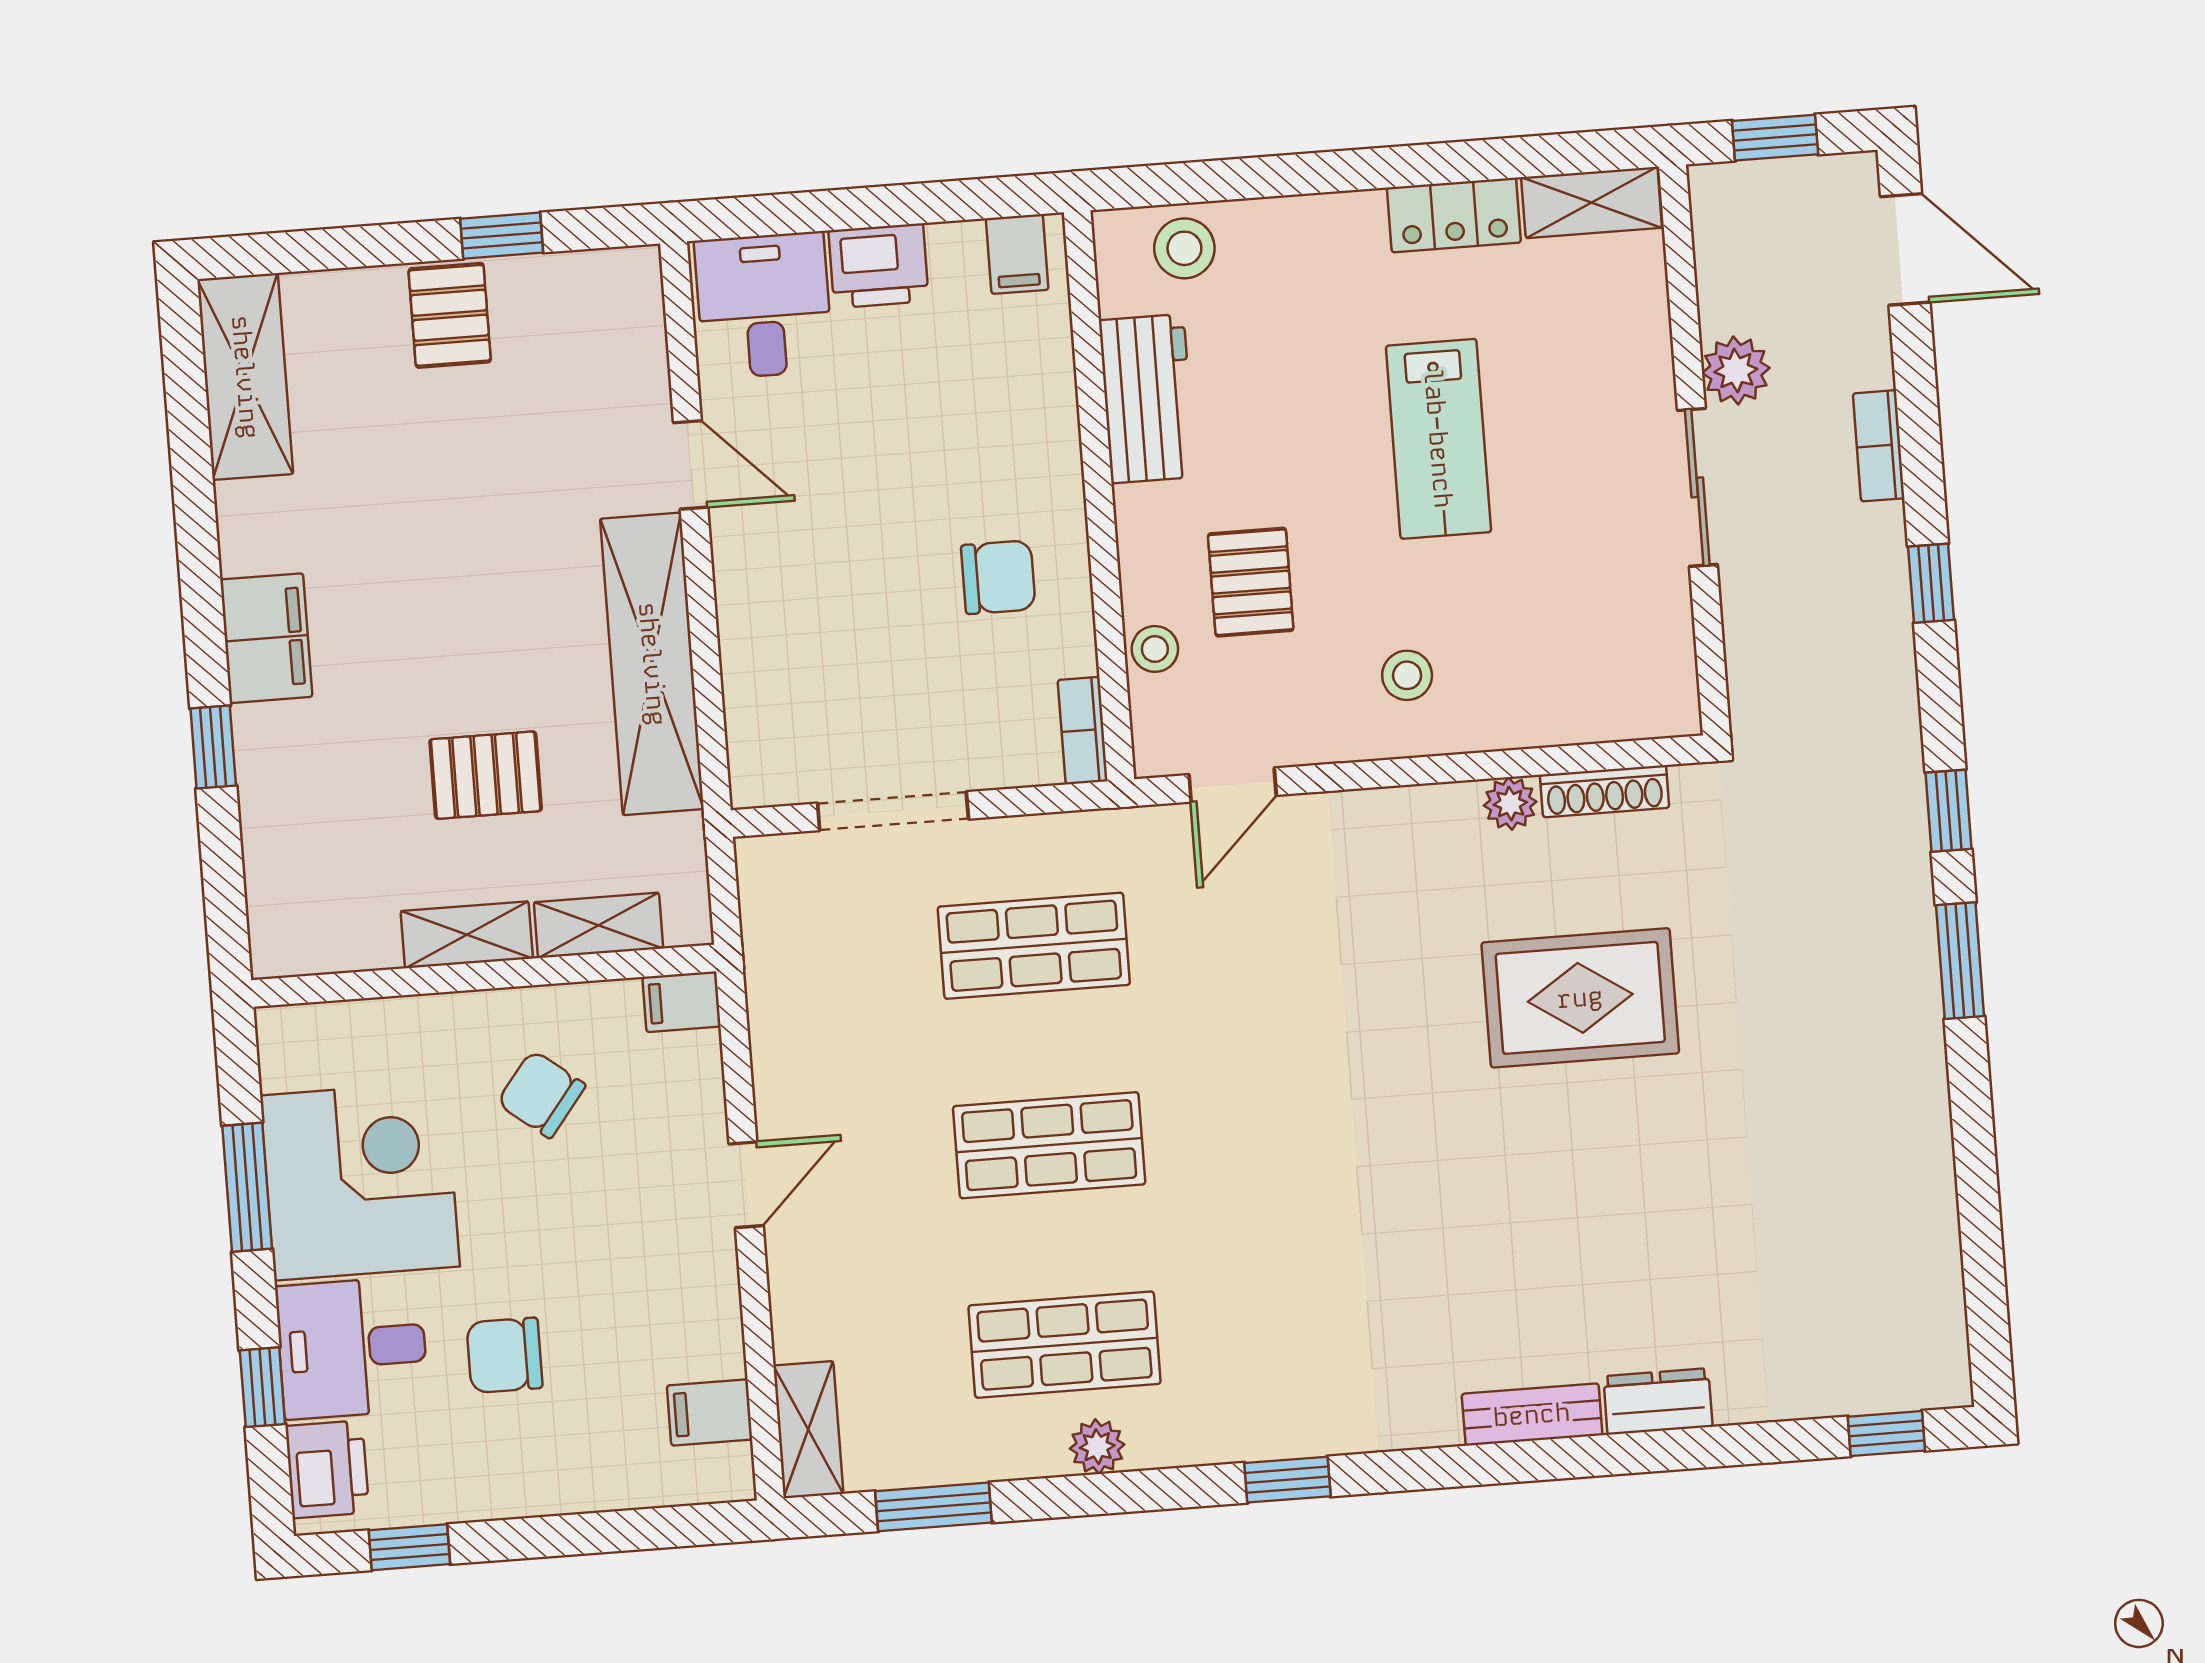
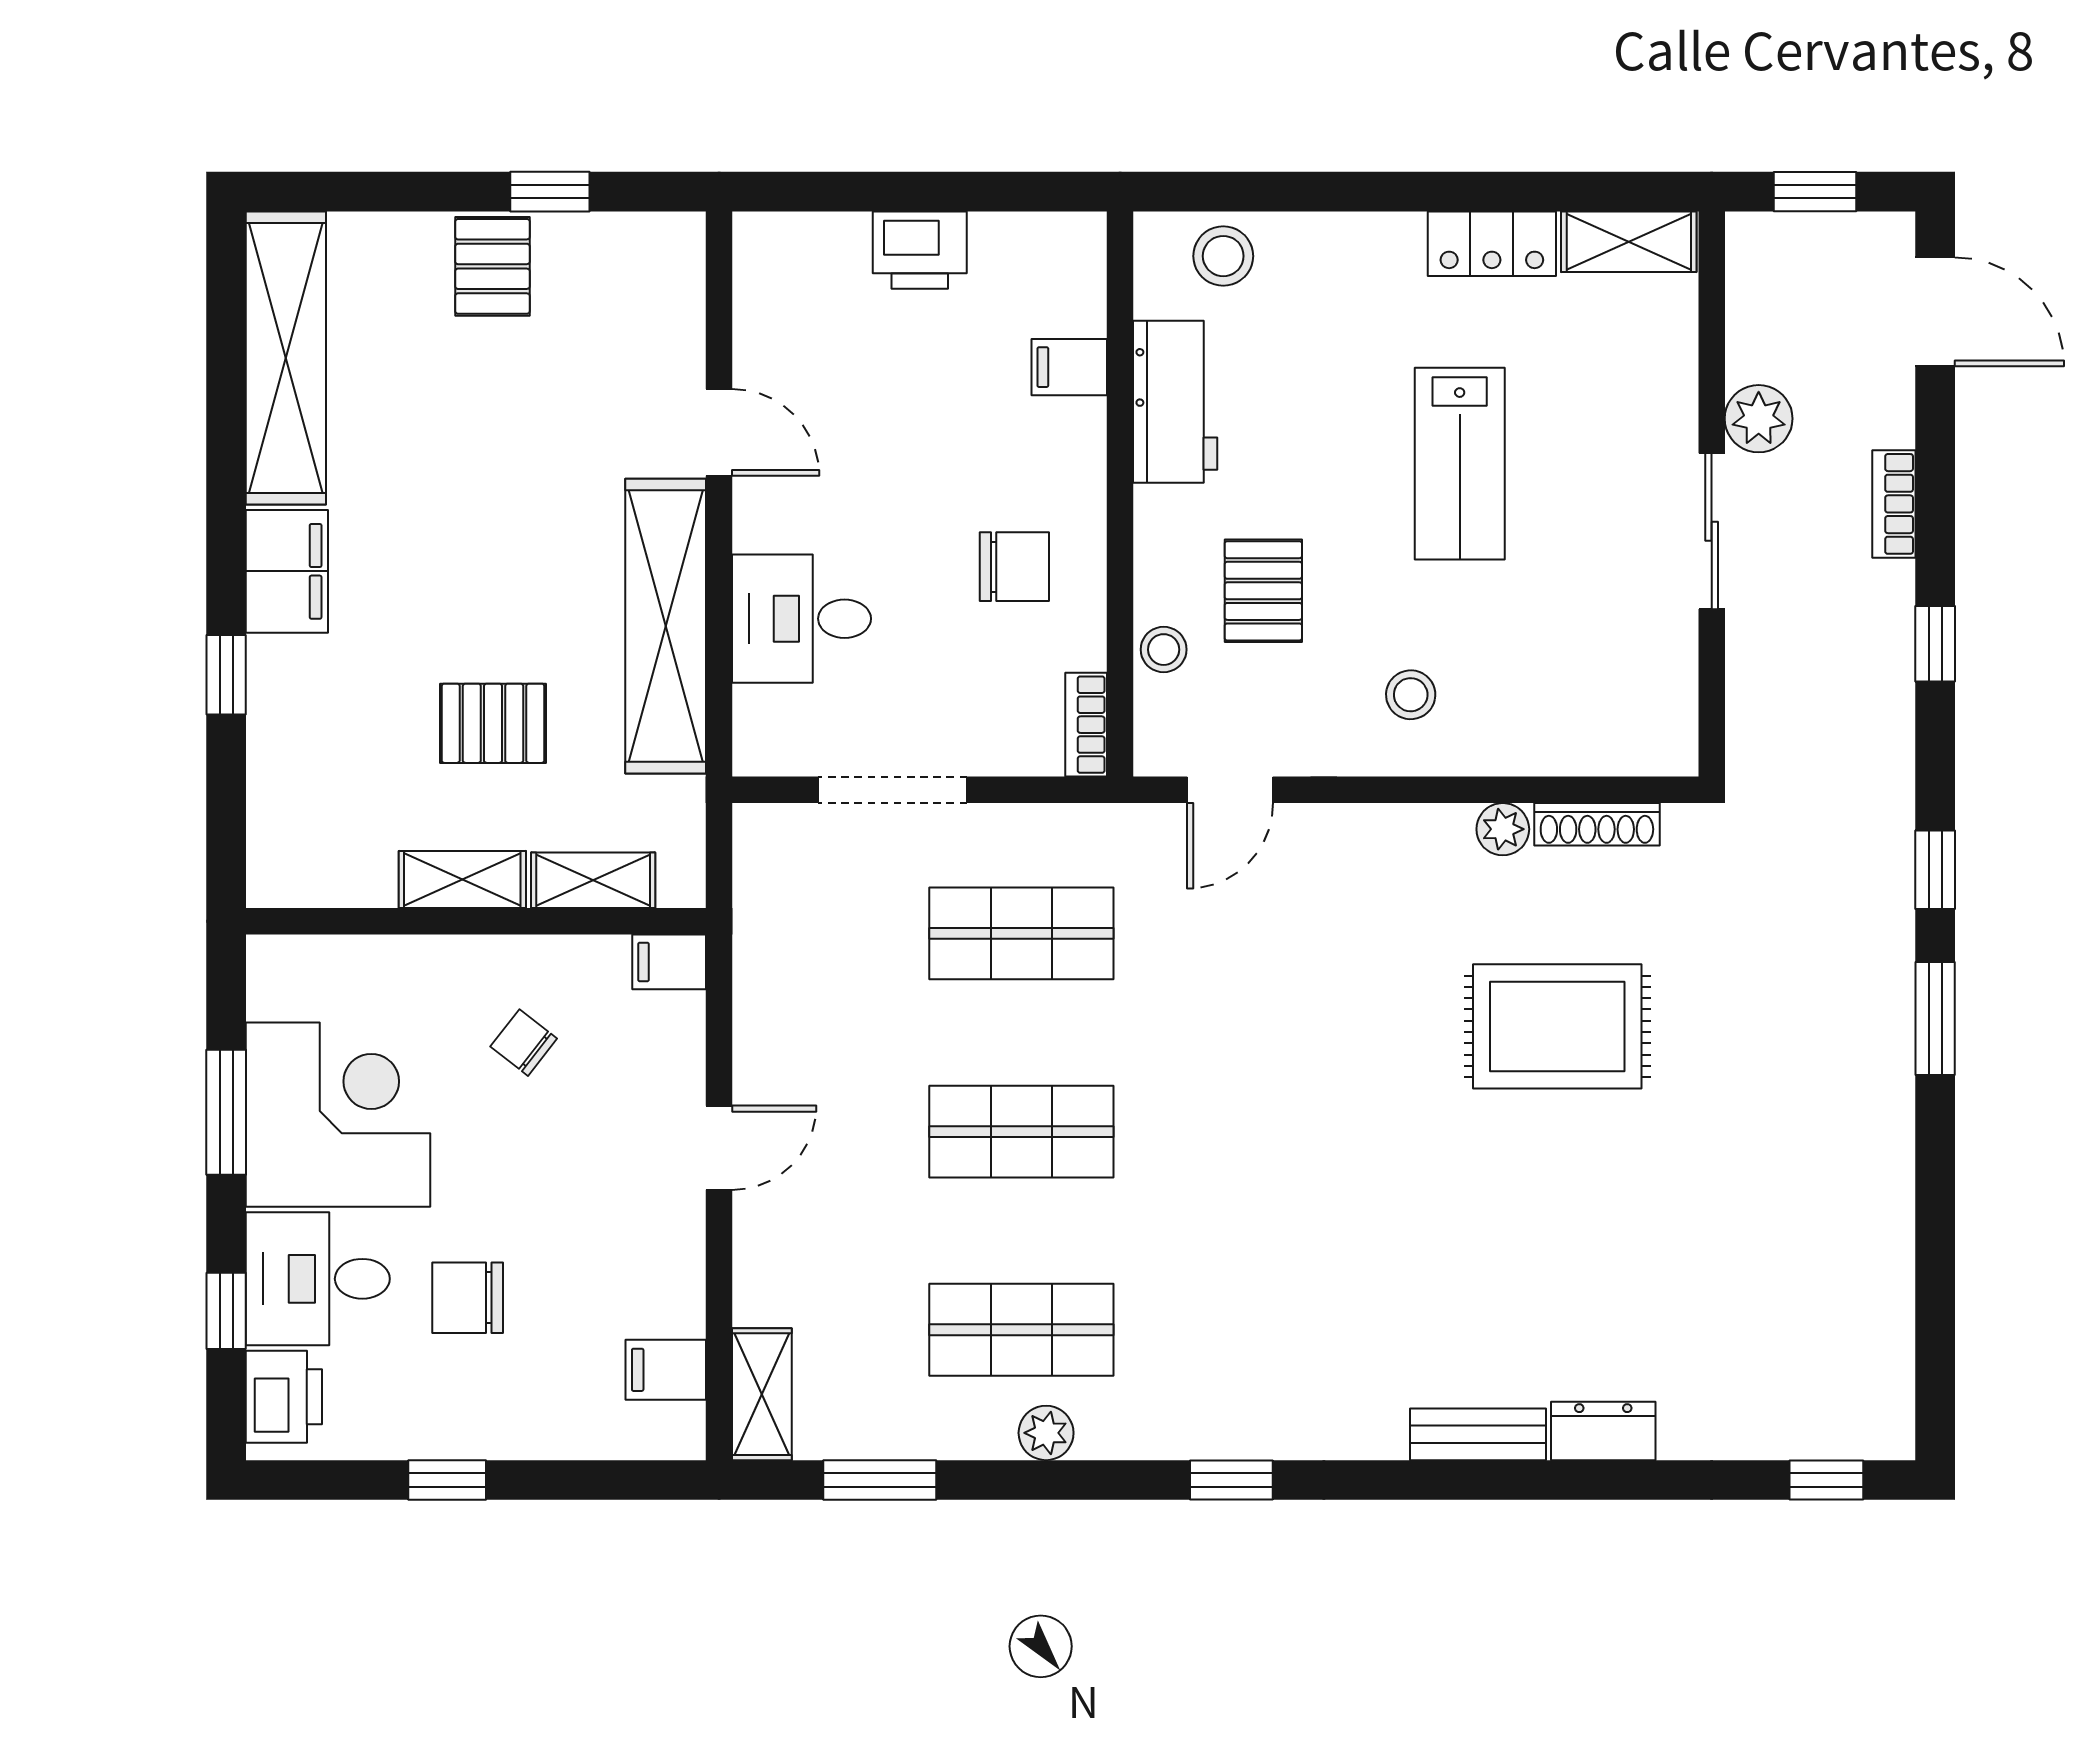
filing cabinet: (1017, 254) -> (1069, 367), moved, turned 90
desk: (764, 306) -> (802, 619), moved, turned -90
shelving: (245, 377) -> (286, 358), width x1.47
chair: (541, 1094) -> (524, 1043), width x0.73, depth x0.73
window: (409, 1547) -> (447, 1480), moved

